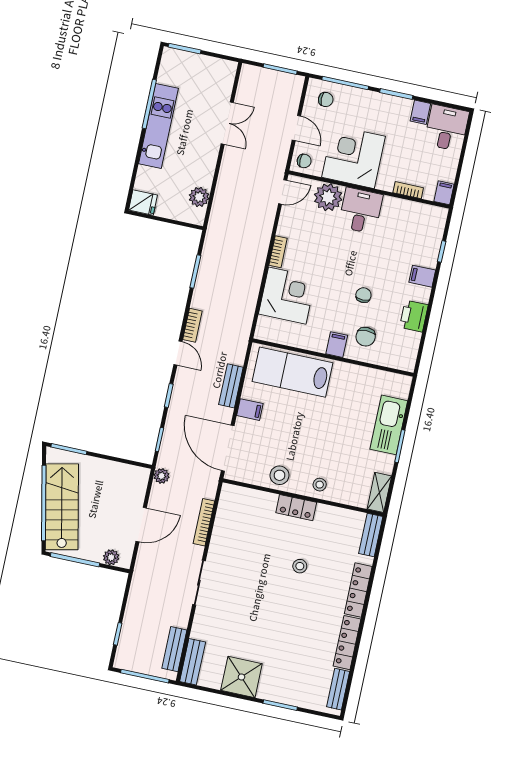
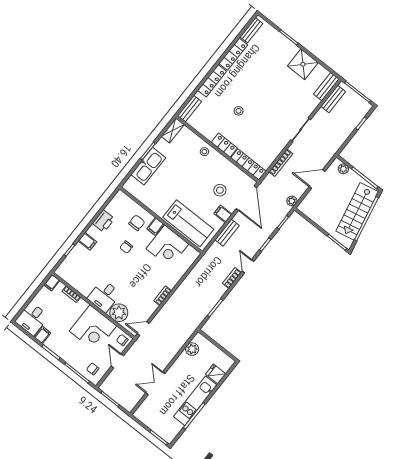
fridge: (143, 203) -> (216, 374), moved
corner desk: (287, 296) -> (167, 246), moved, turned -90
stool: (280, 475) -> (220, 190), moved
locker: (249, 497) -> (248, 164), added

